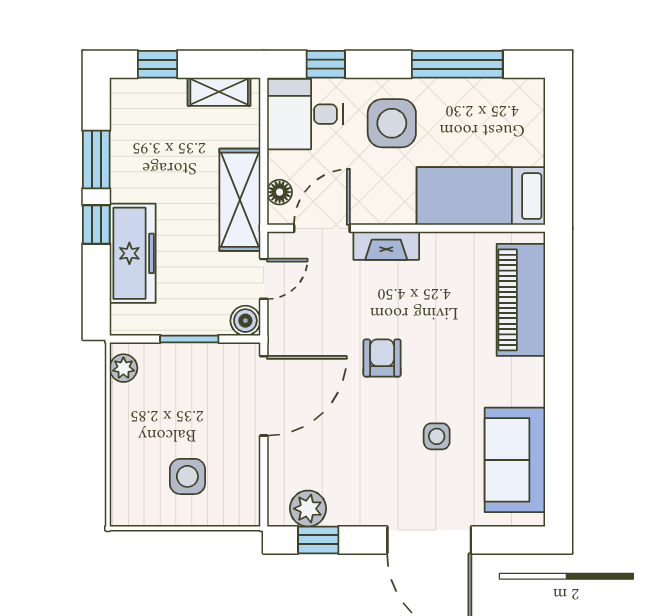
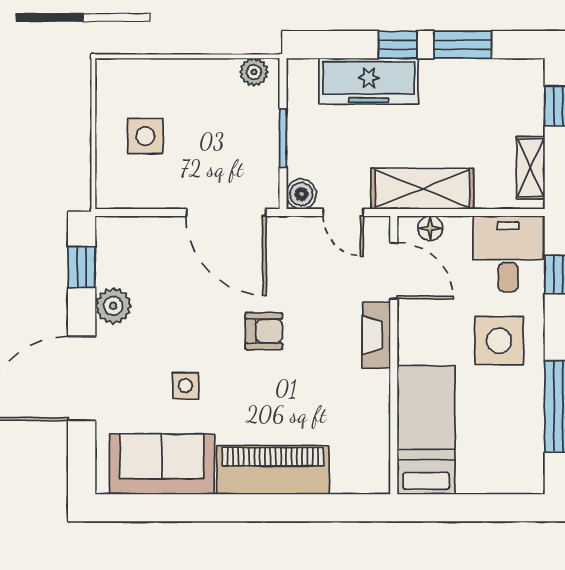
piano: (521, 300) -> (273, 470), moved
plant: (308, 509) -> (113, 306), moved

